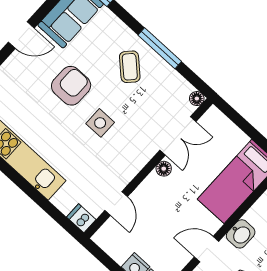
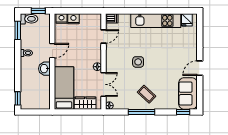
armchair: (71, 86) -> (163, 66), removed
wardrobe: (227, 133) -> (85, 103), added
double door: (178, 136) -> (103, 84), swing flipped
door: (116, 203) -> (103, 36), swing flipped

